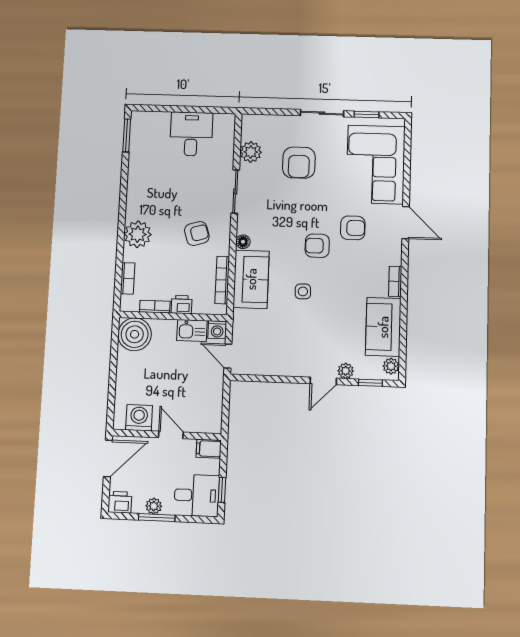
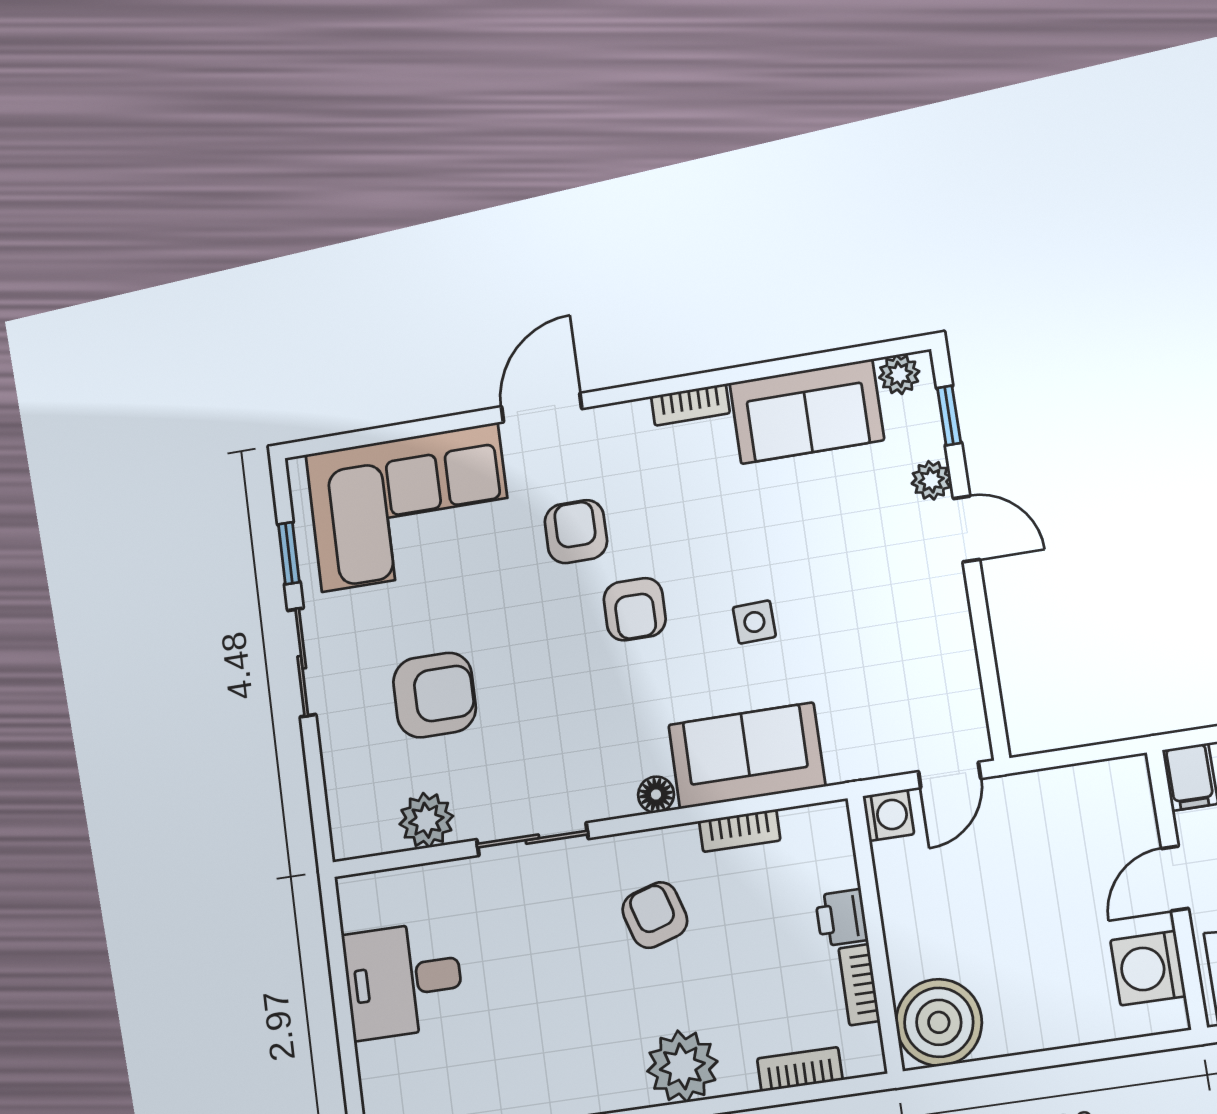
bookcase: (222, 280) -> (740, 831), width x0.64
kitchen sink: (192, 330) -> (902, 878), removed

